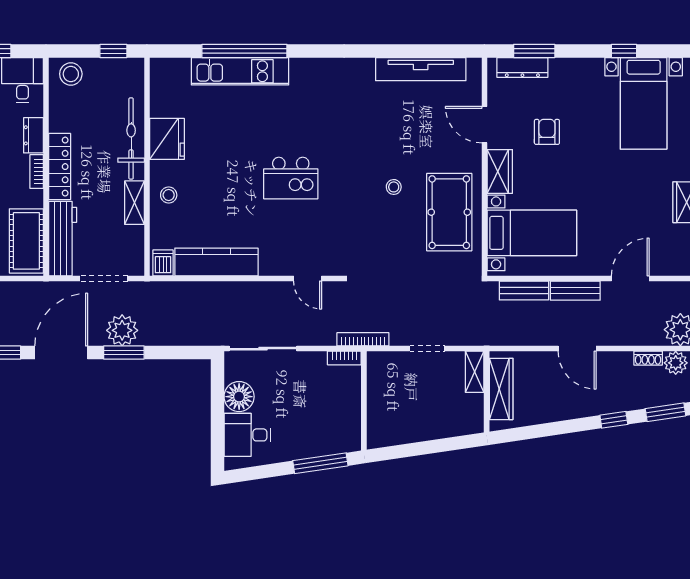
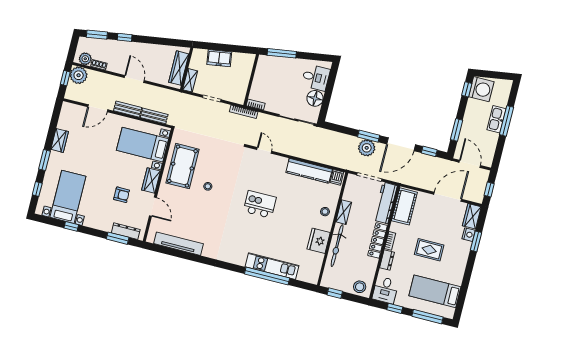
armchair: (547, 132) -> (122, 195), turned -90
freezer: (432, 426) -> (219, 58), added

